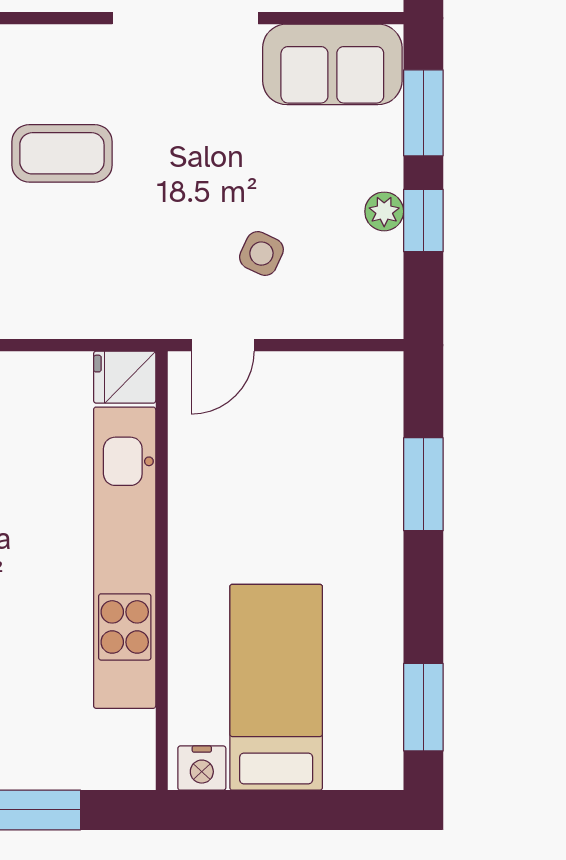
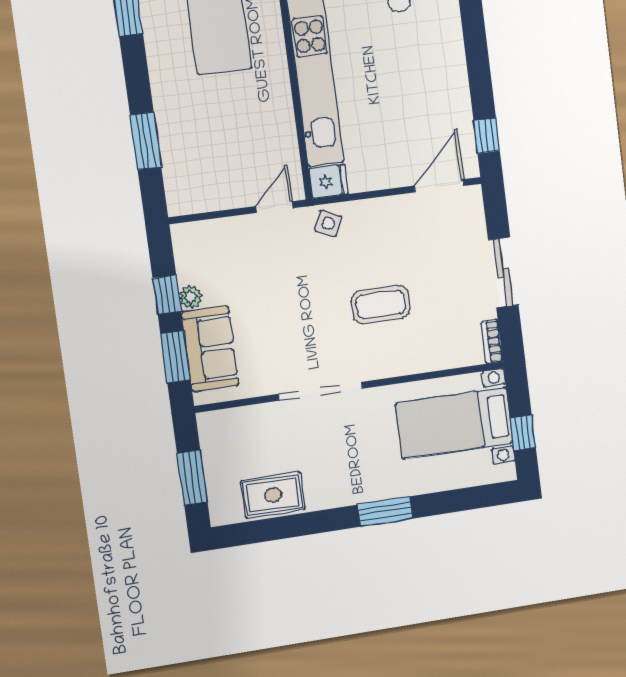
sofa: (332, 64) -> (210, 349), moved, turned 90
side table: (261, 254) -> (328, 224), moved

